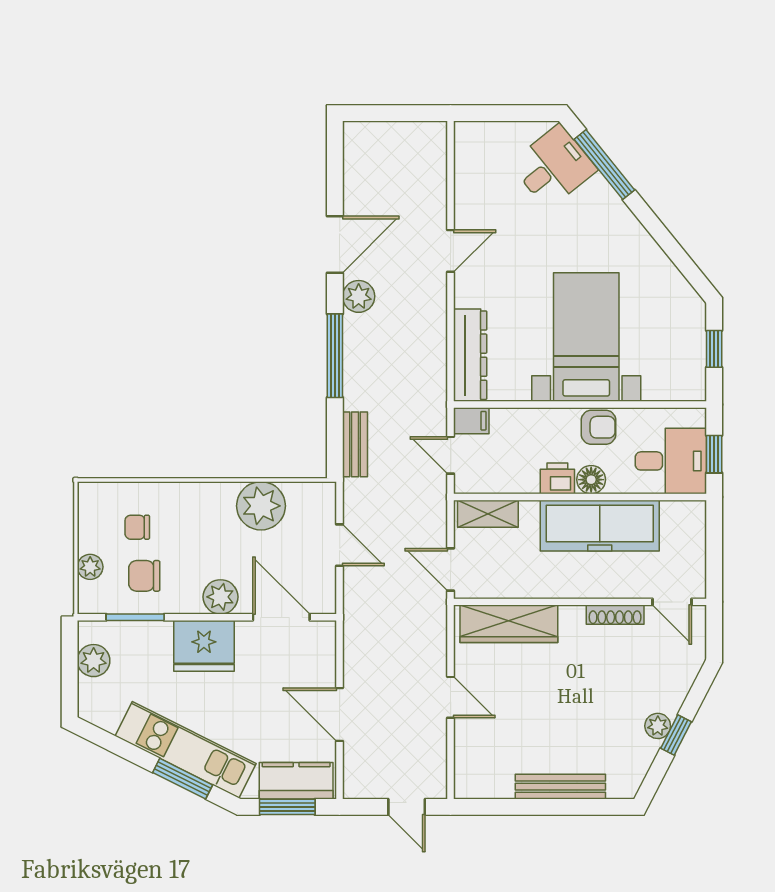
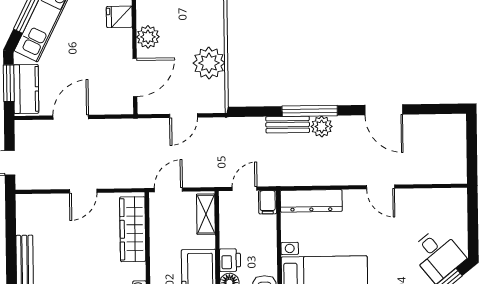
plant: (359, 296) -> (322, 126), moved
bench: (355, 444) -> (288, 125), moved
fridge: (204, 646) -> (119, 17), width x0.53, depth x0.75

